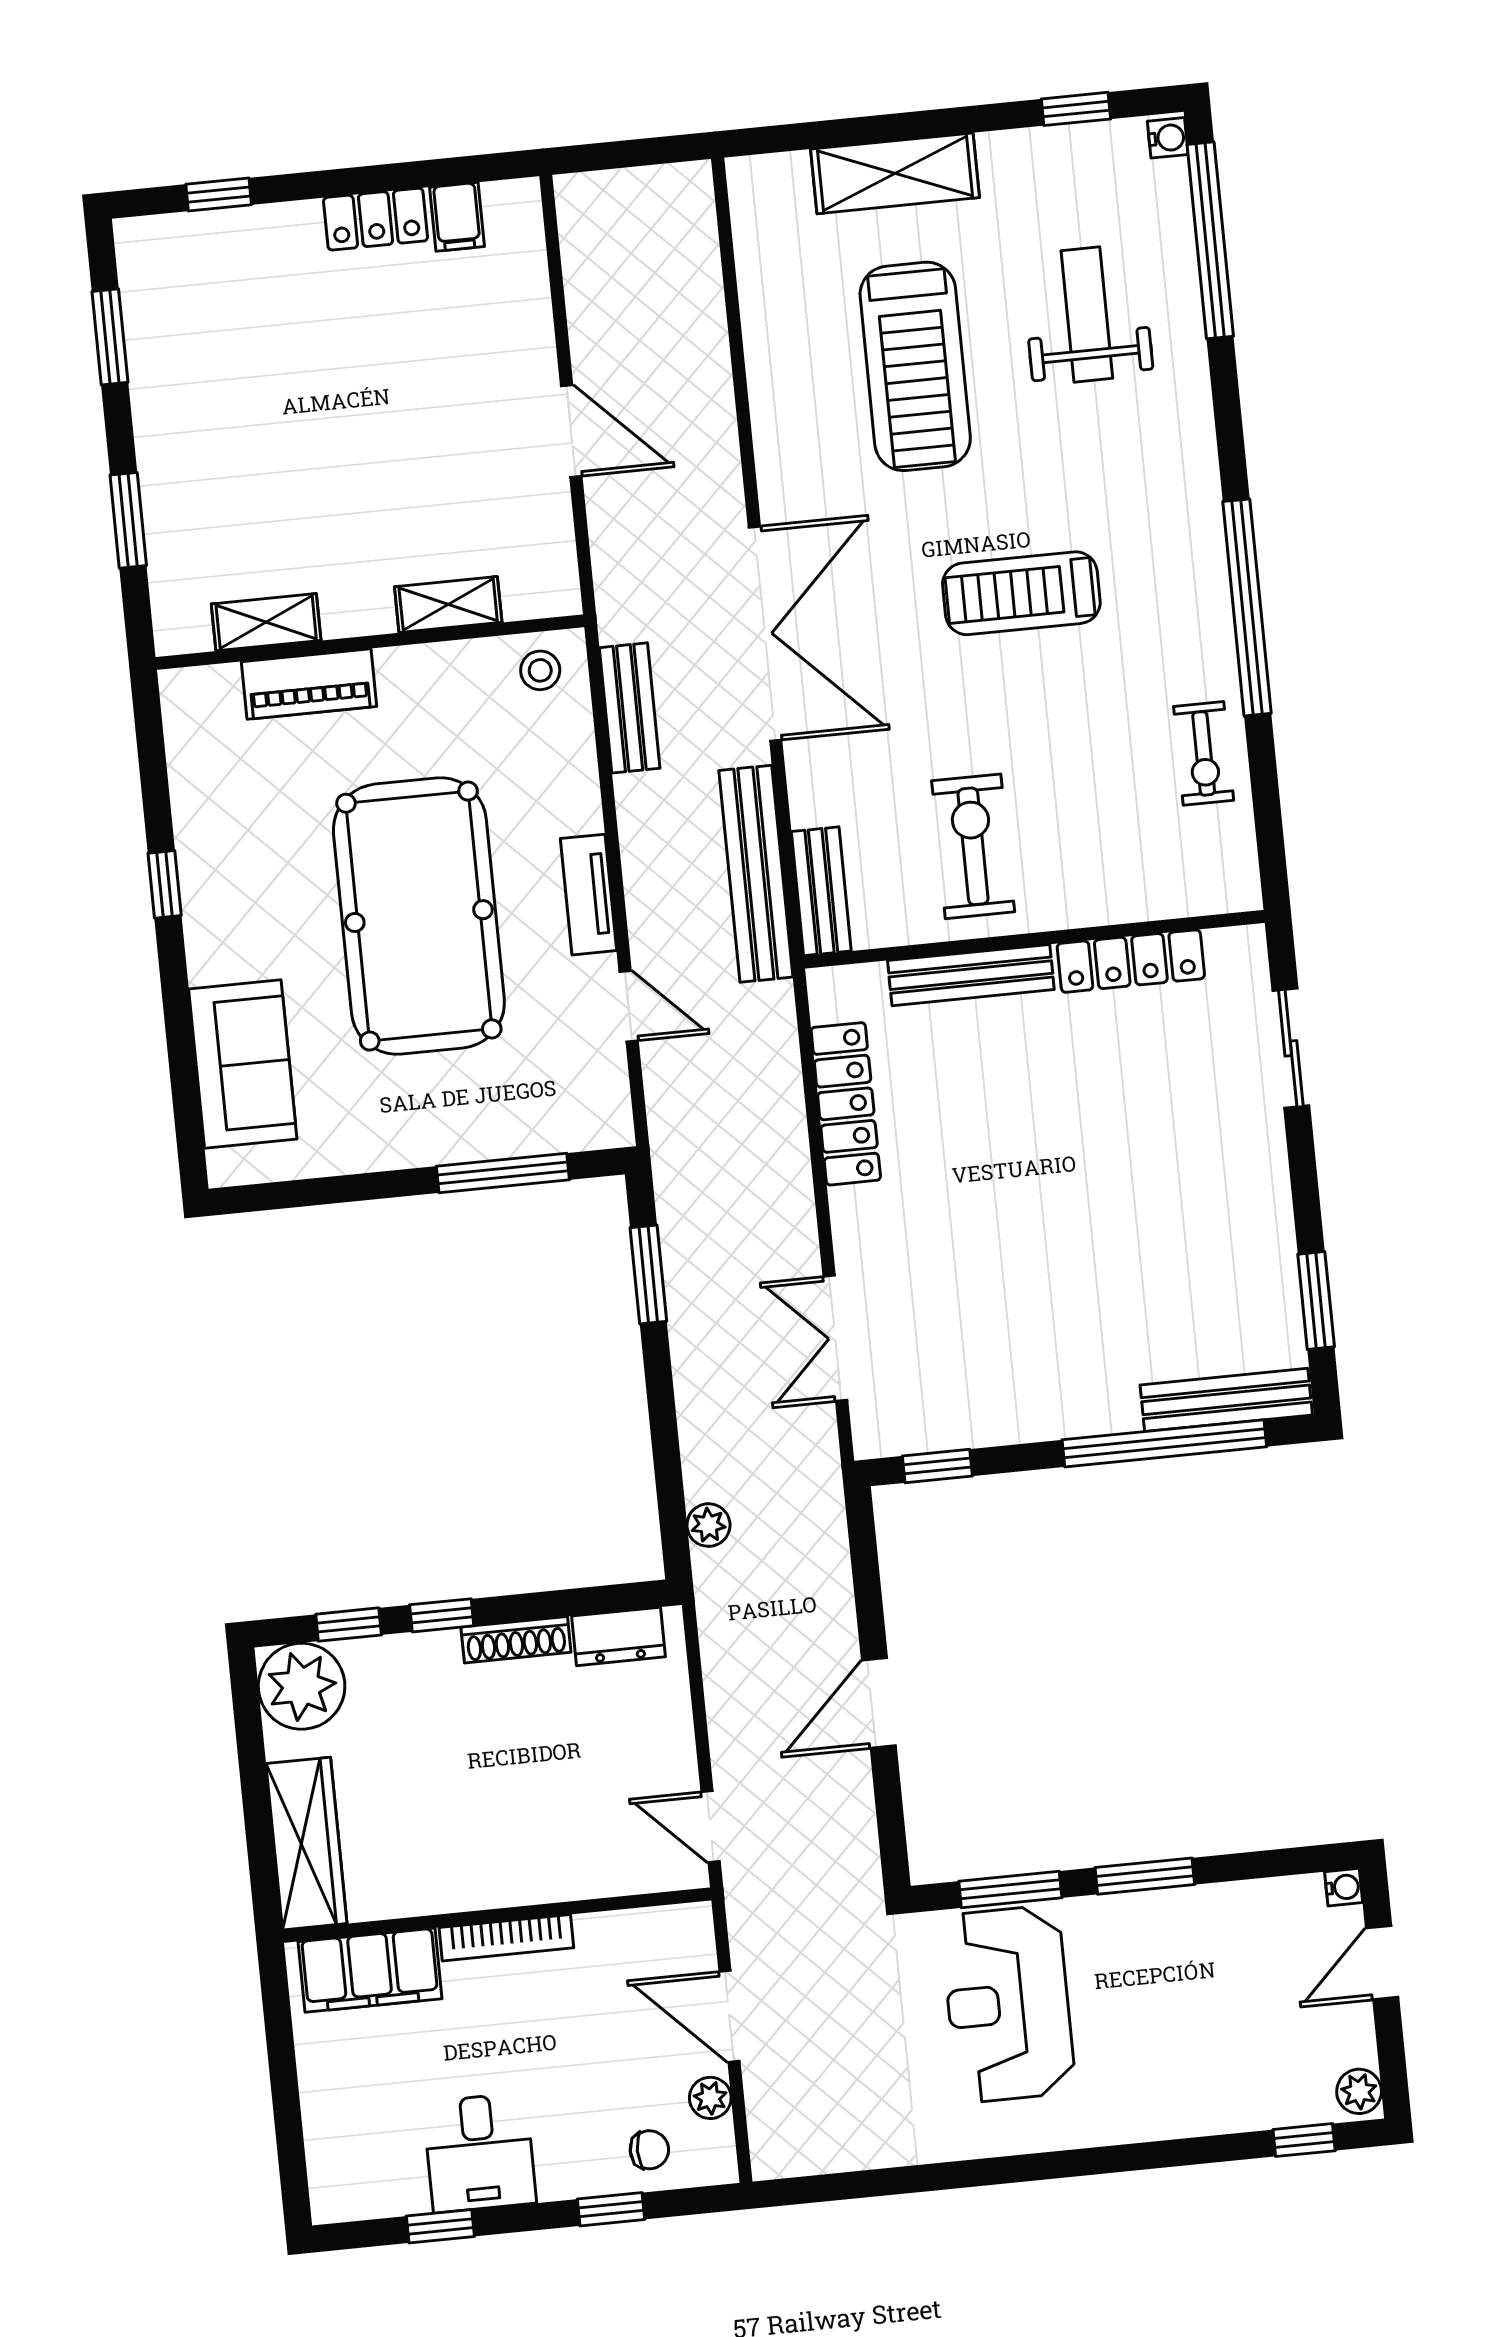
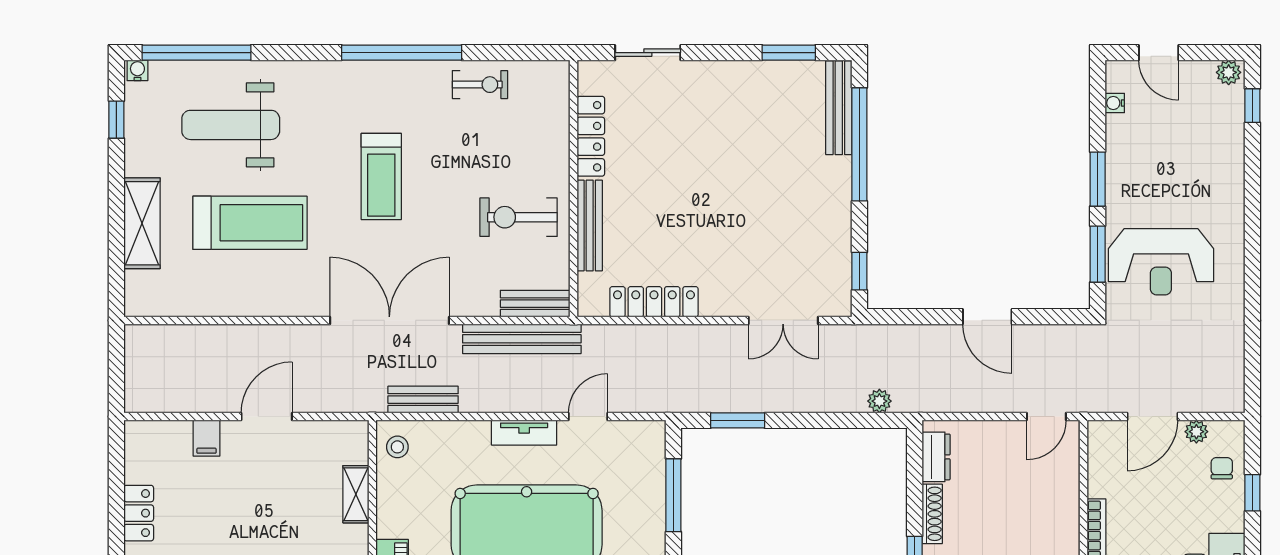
filing cabinet: (457, 217) -> (207, 438), moved, turned 90
weight bench: (1087, 315) -> (231, 125), width x1.36, depth x1.33
water cooler: (1344, 1887) -> (1115, 103), moved, turned -90

